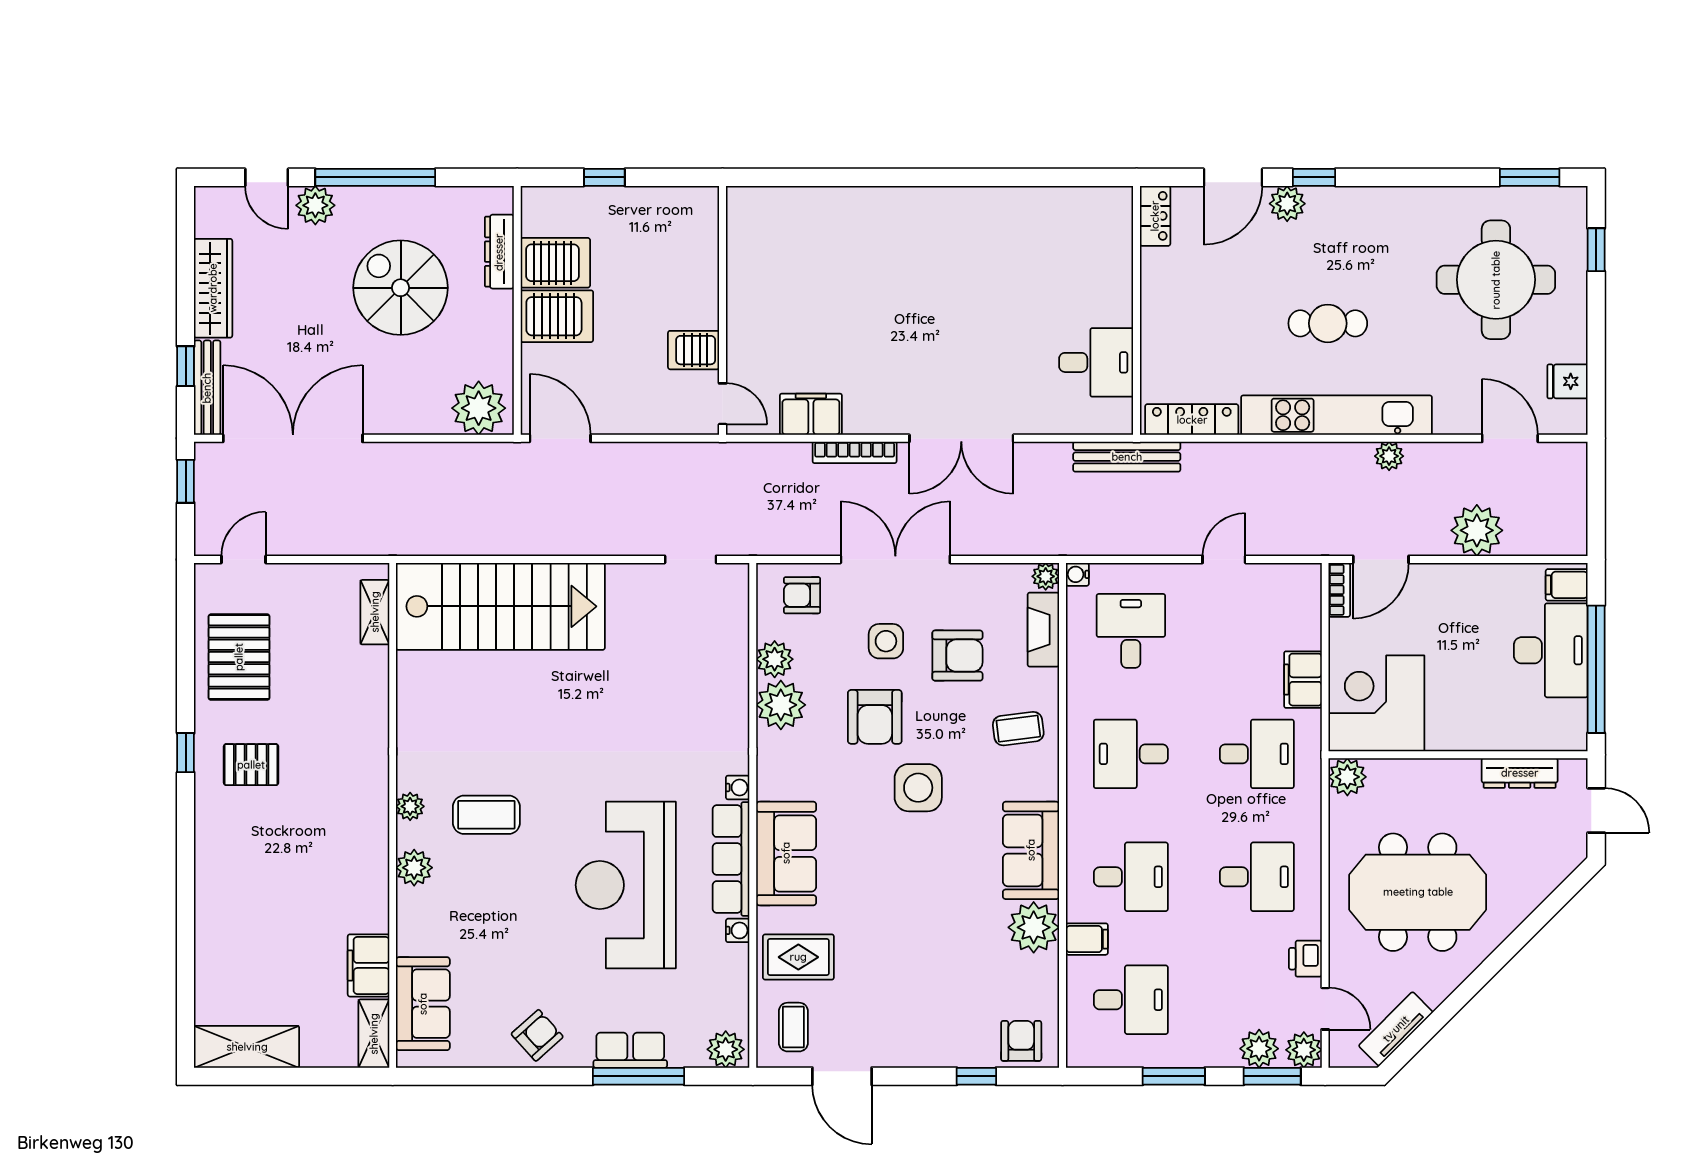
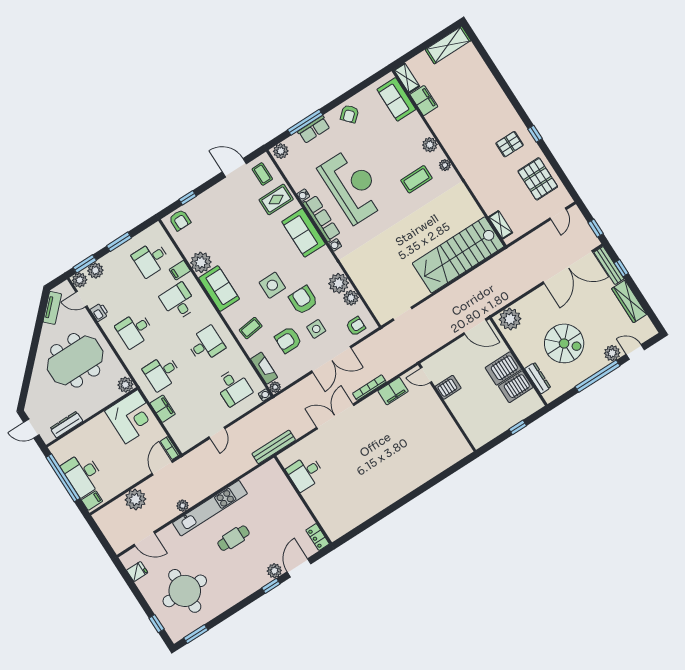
locker: (1192, 420) -> (259, 474), removed
desk: (1131, 877) -> (178, 302), turned 90

